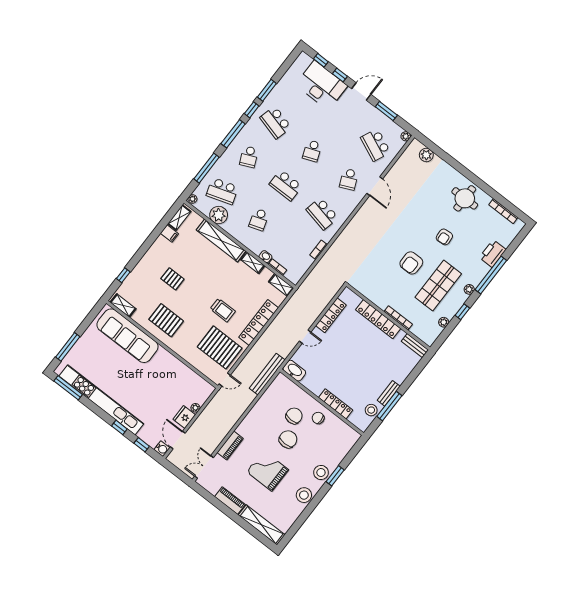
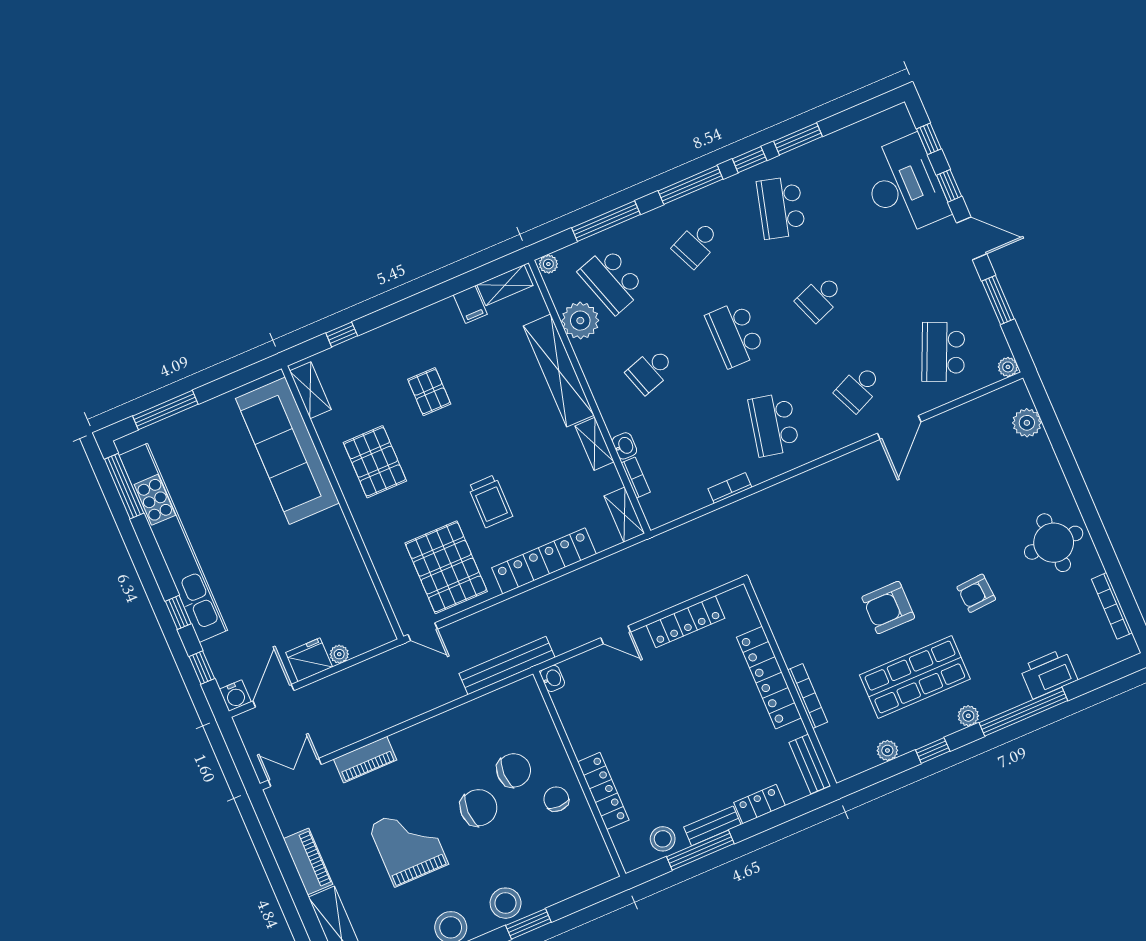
washbasin: (294, 371) -> (552, 678), width x0.52, depth x0.69
locker: (403, 373) -> (760, 804), added

